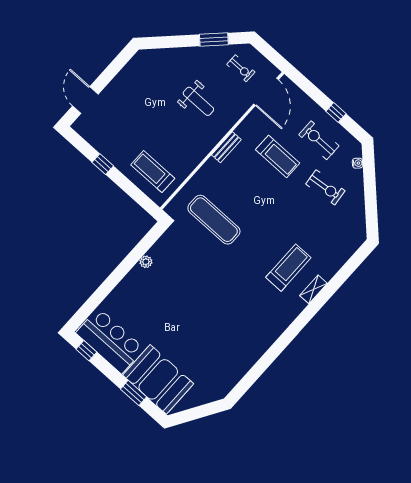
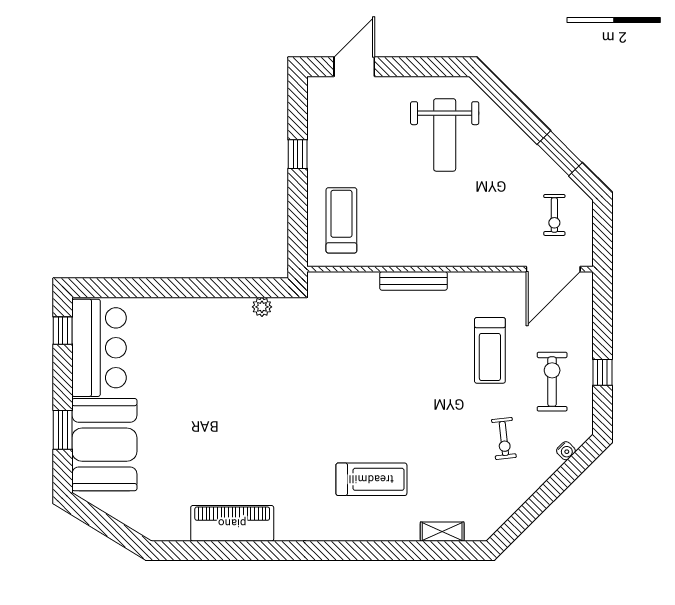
weight bench: (198, 101) -> (445, 135), moved, width x1.36, depth x1.33
bench: (226, 147) -> (413, 281), moved, width x1.36
exercise bike: (325, 187) -> (504, 439), width x0.73, depth x0.72
exercise mat: (214, 220) -> (349, 342), removed
plant: (146, 262) -> (262, 307), moved
shelving: (313, 289) -> (442, 532), moved
piano: (250, 352) -> (232, 523), added

